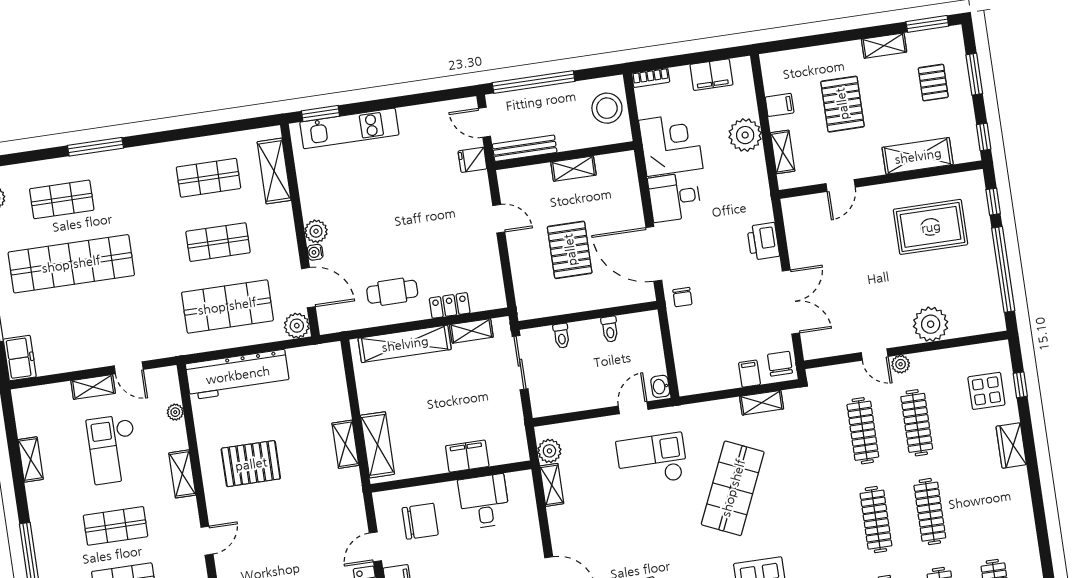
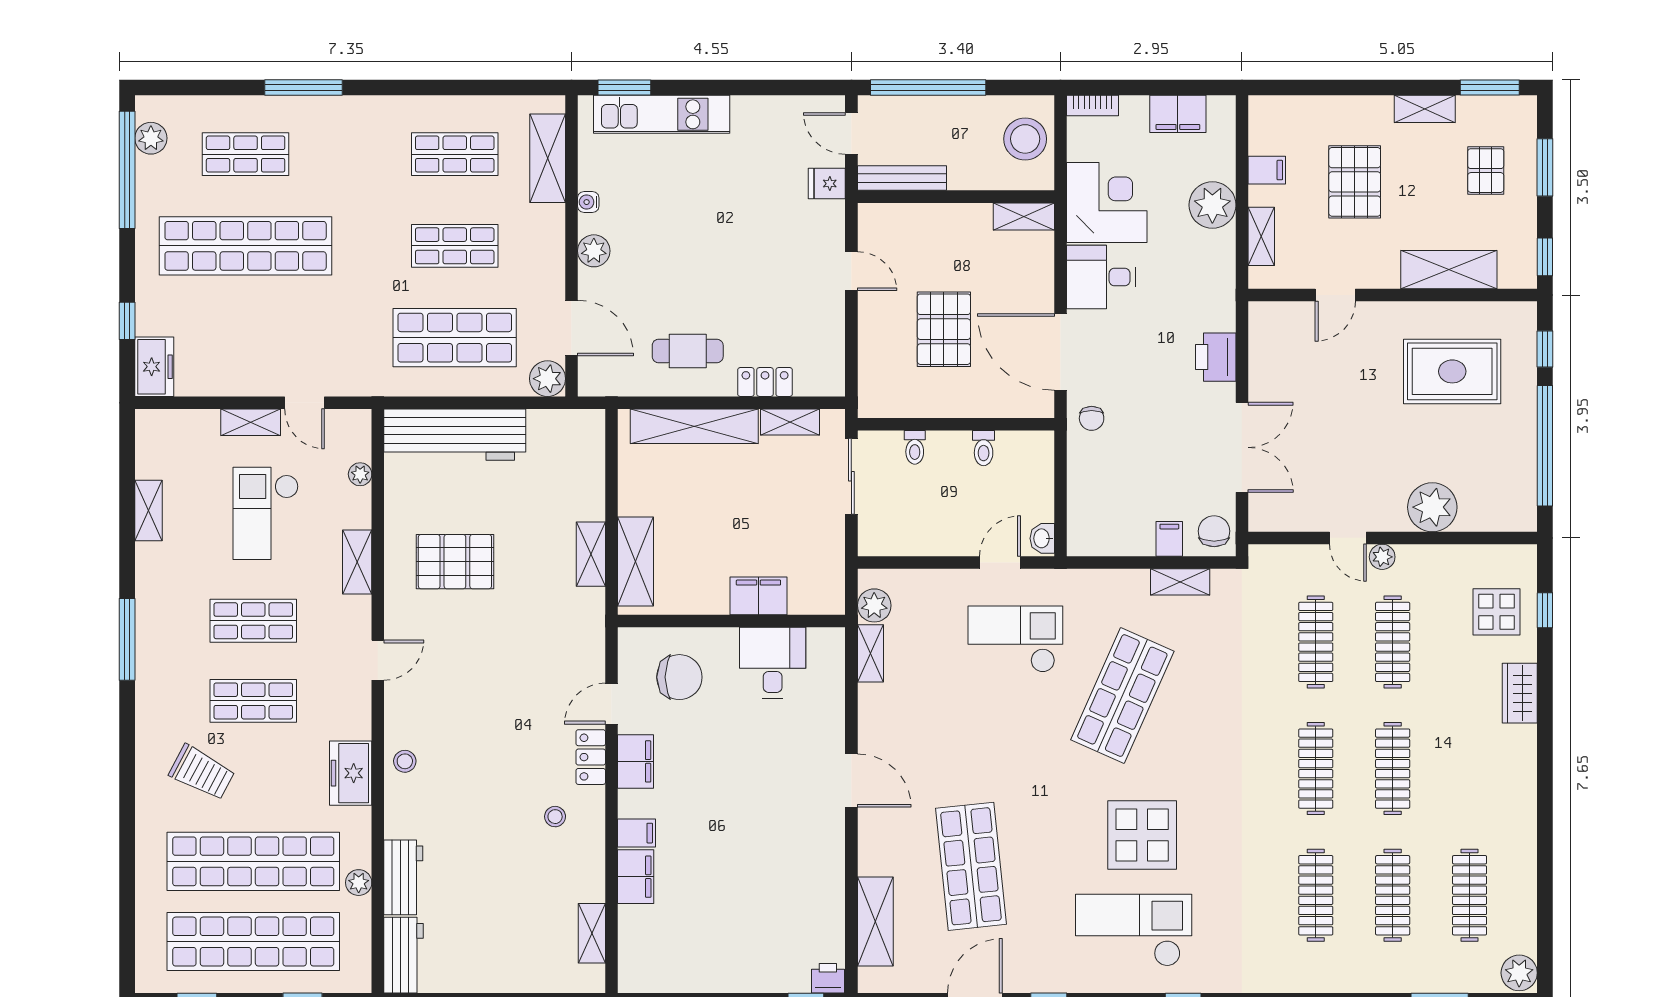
shelving: (573, 169) -> (1024, 216), moved
water cooler: (315, 252) -> (588, 202), moved

